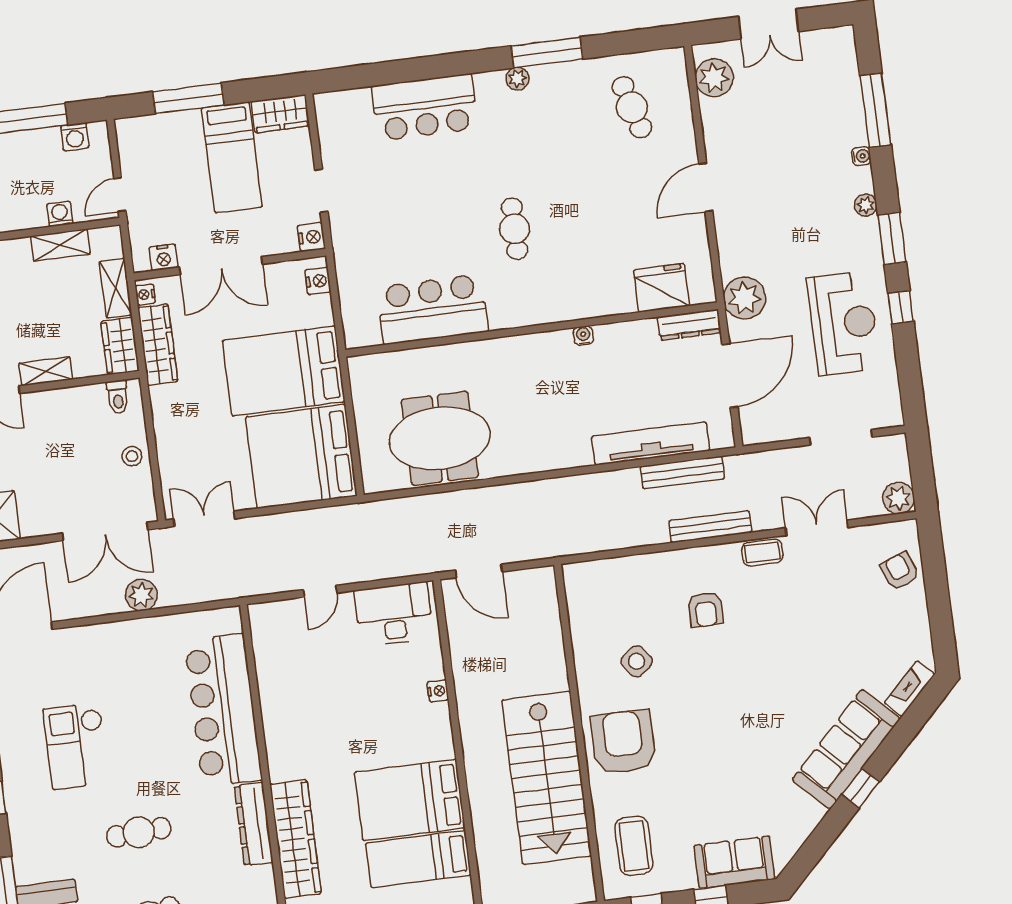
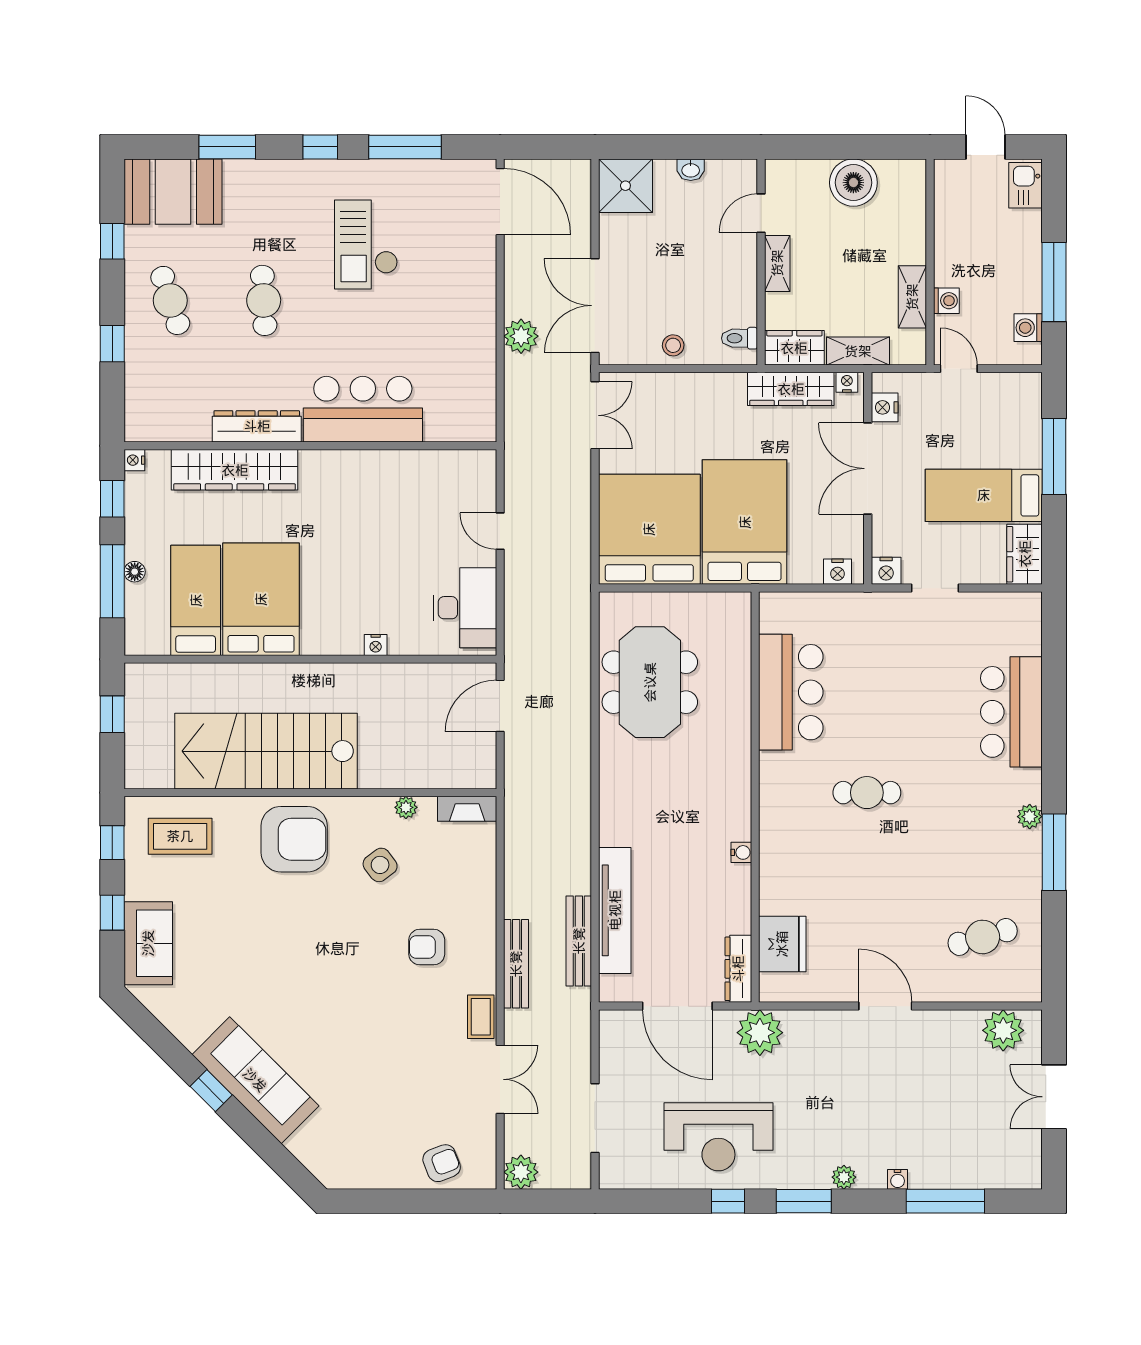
plant: (582, 645) -> (406, 807), added
fireplace: (909, 689) -> (467, 809), moved, turned 135
bar counter: (223, 710) -> (363, 409), width x0.73
checkout: (76, 746) -> (366, 244), turned -90

